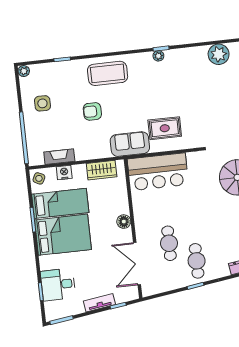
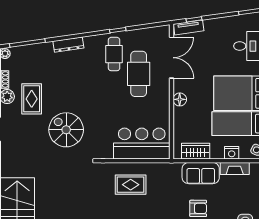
sofa: (130, 144) -> (201, 173), moved
cafe table: (169, 243) -> (139, 74), width x1.37, depth x1.35
tv unit: (99, 303) -> (189, 27), moved

